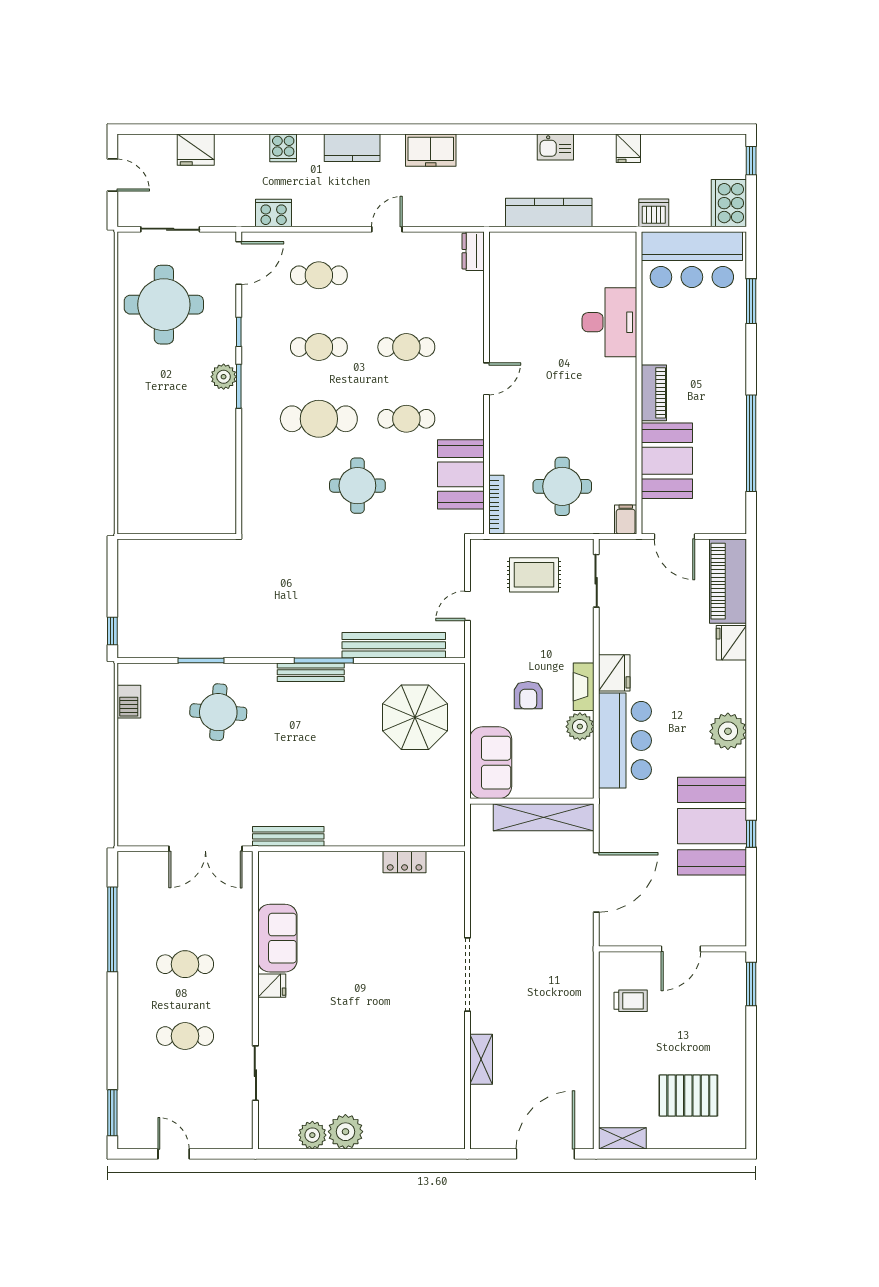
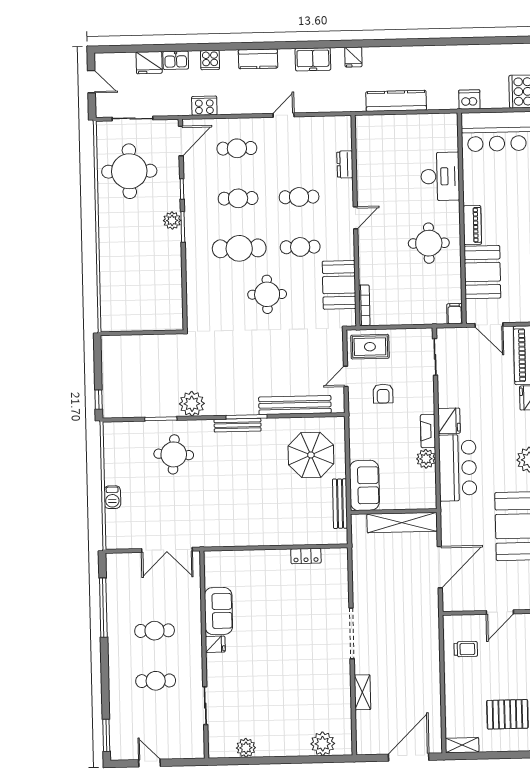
kitchen sink: (555, 147) -> (176, 60), moved
fridge: (628, 148) -> (353, 57), moved
dresser: (473, 251) -> (345, 164), moved
round table: (562, 486) -> (429, 243), moved
rug: (534, 575) -> (370, 347), moved
plant: (246, 640) -> (192, 404), added
armchair: (528, 695) -> (383, 394), moved
barbecue: (129, 702) -> (112, 497), moved
bench: (288, 836) -> (340, 504), moved, turned 90
plant: (345, 1132) -> (323, 744), moved

